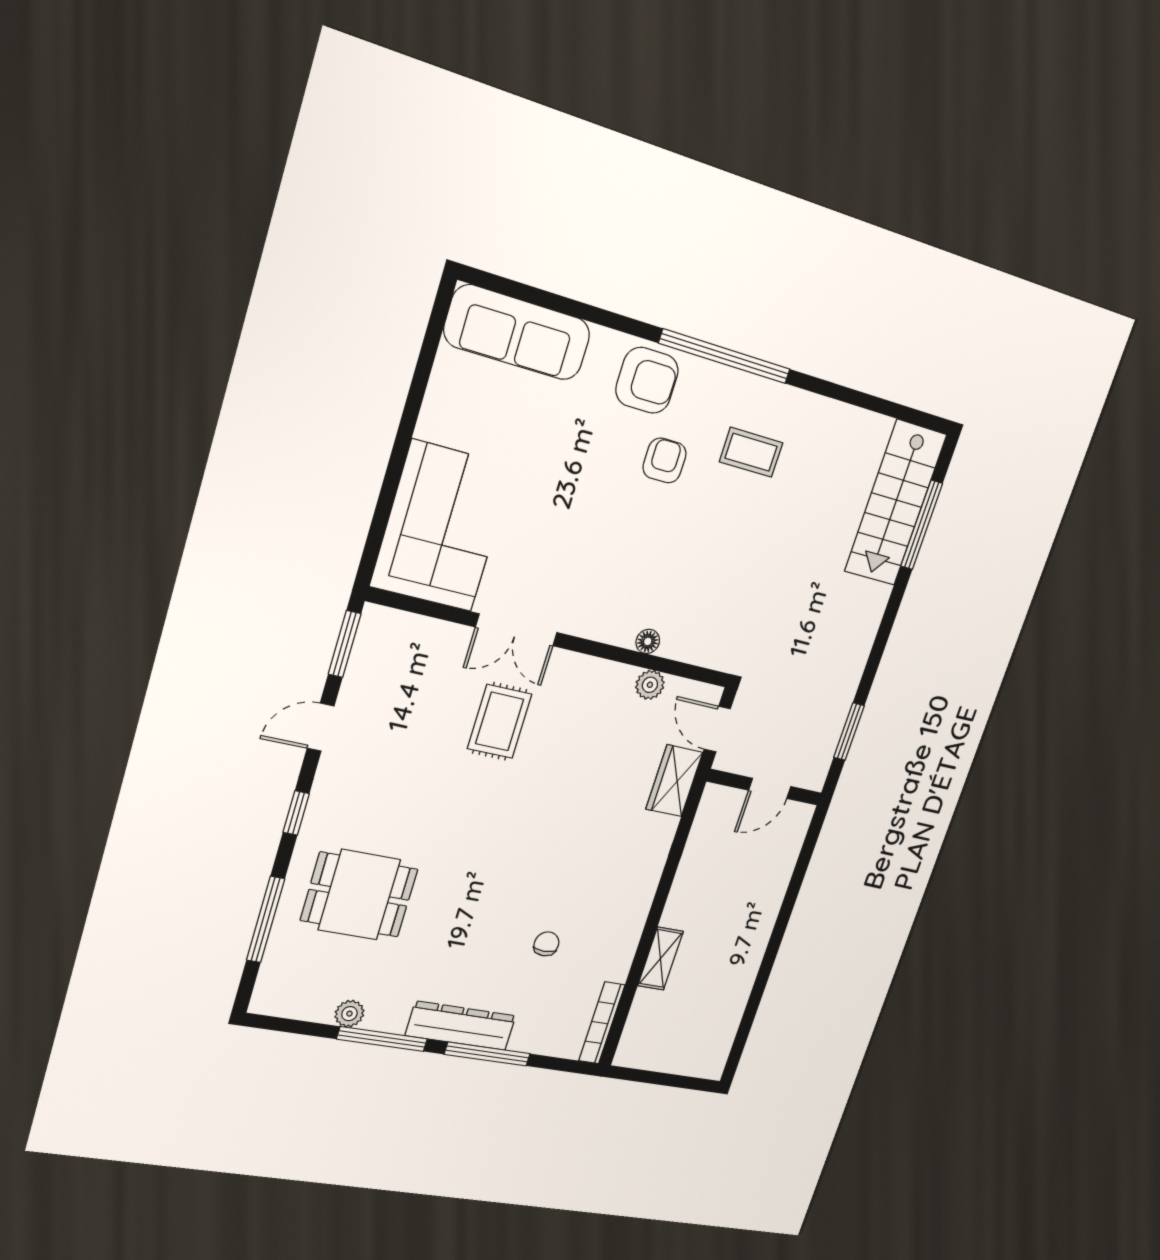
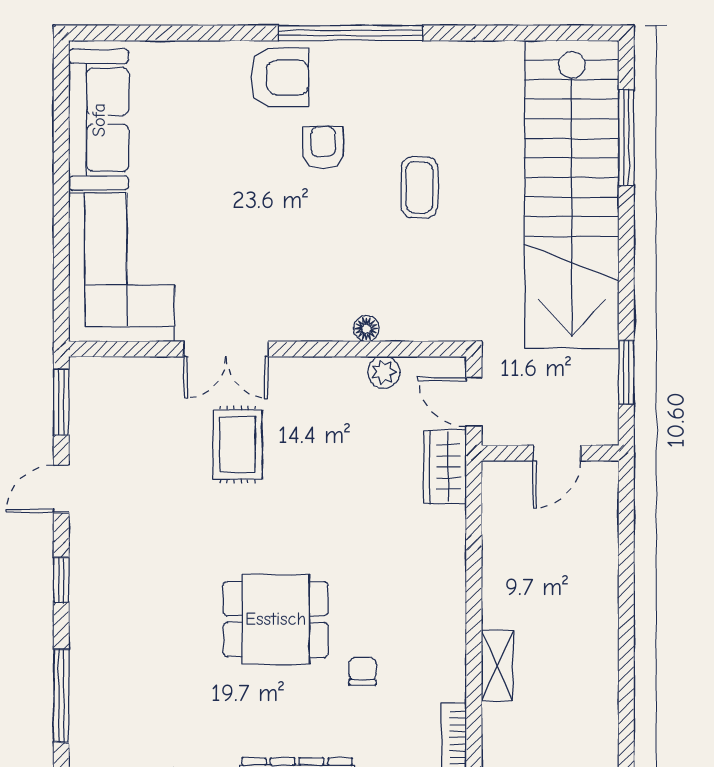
sofa: (517, 333) -> (99, 120), moved, turned -90
coffee table: (751, 452) -> (419, 187), moved, turned 90
stairs: (895, 503) -> (572, 194), width x1.86, depth x1.51
dining table: (359, 895) -> (276, 619), moved

